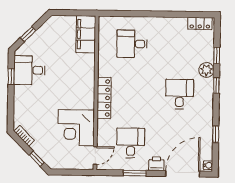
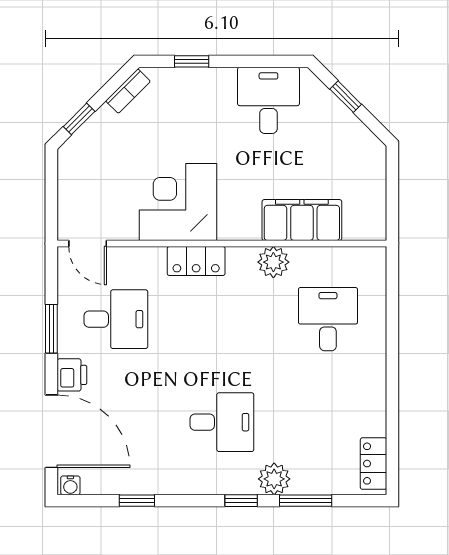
filing cabinet: (86, 34) -> (302, 220), moved
window: (217, 55) -> (306, 501), width x1.50
plant: (105, 69) -> (273, 262), added
window: (11, 77) -> (192, 61), moved
locker: (104, 98) -> (196, 261), width x0.66
corner desk: (76, 128) -> (178, 202), moved

